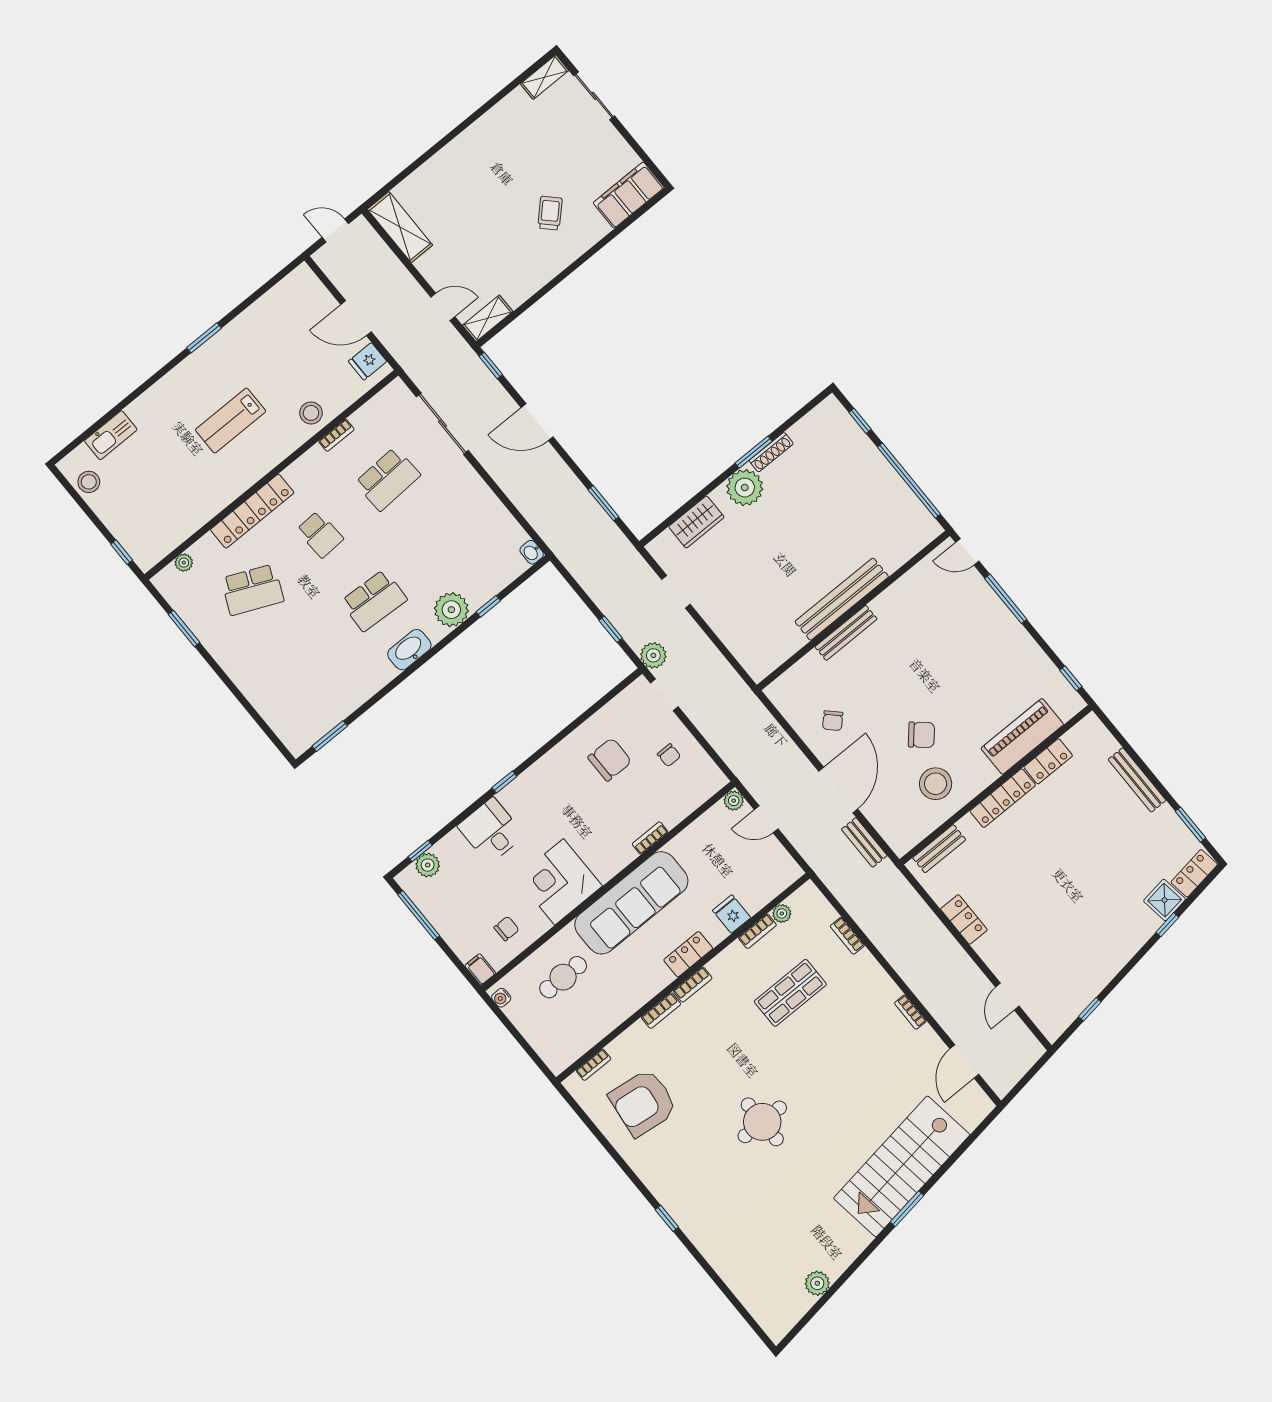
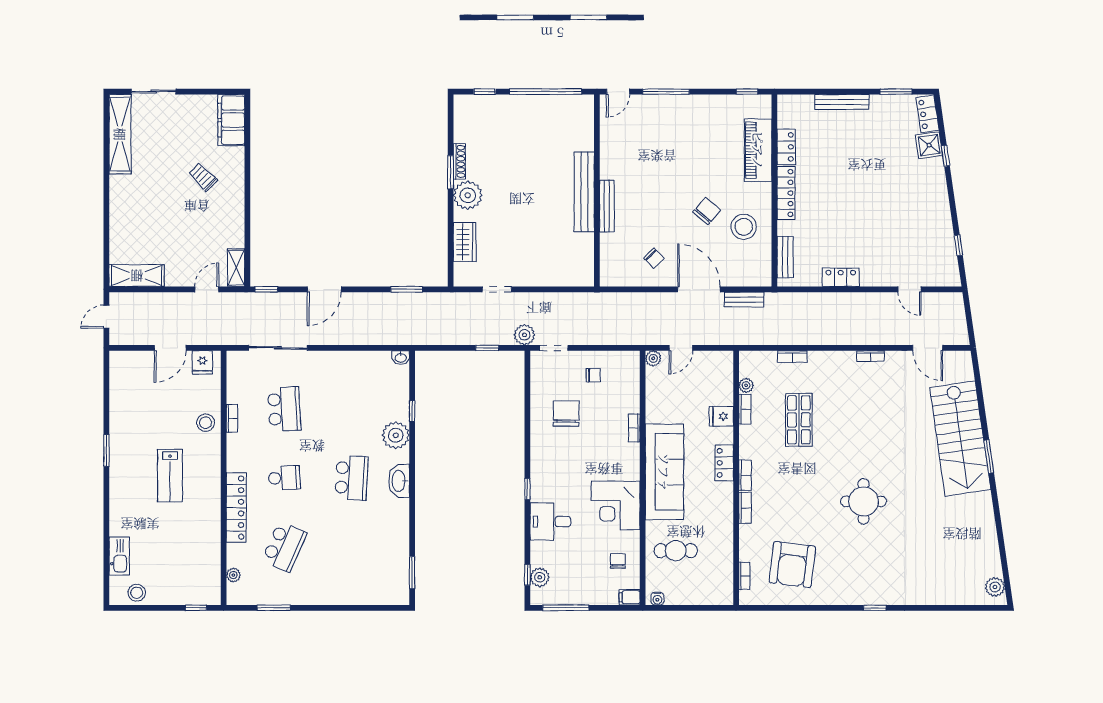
shelving: (545, 77) -> (120, 134), width x2.20, depth x1.33
cafe table: (563, 977) -> (676, 551), turned 90
plant: (817, 1283) -> (995, 587), moved

